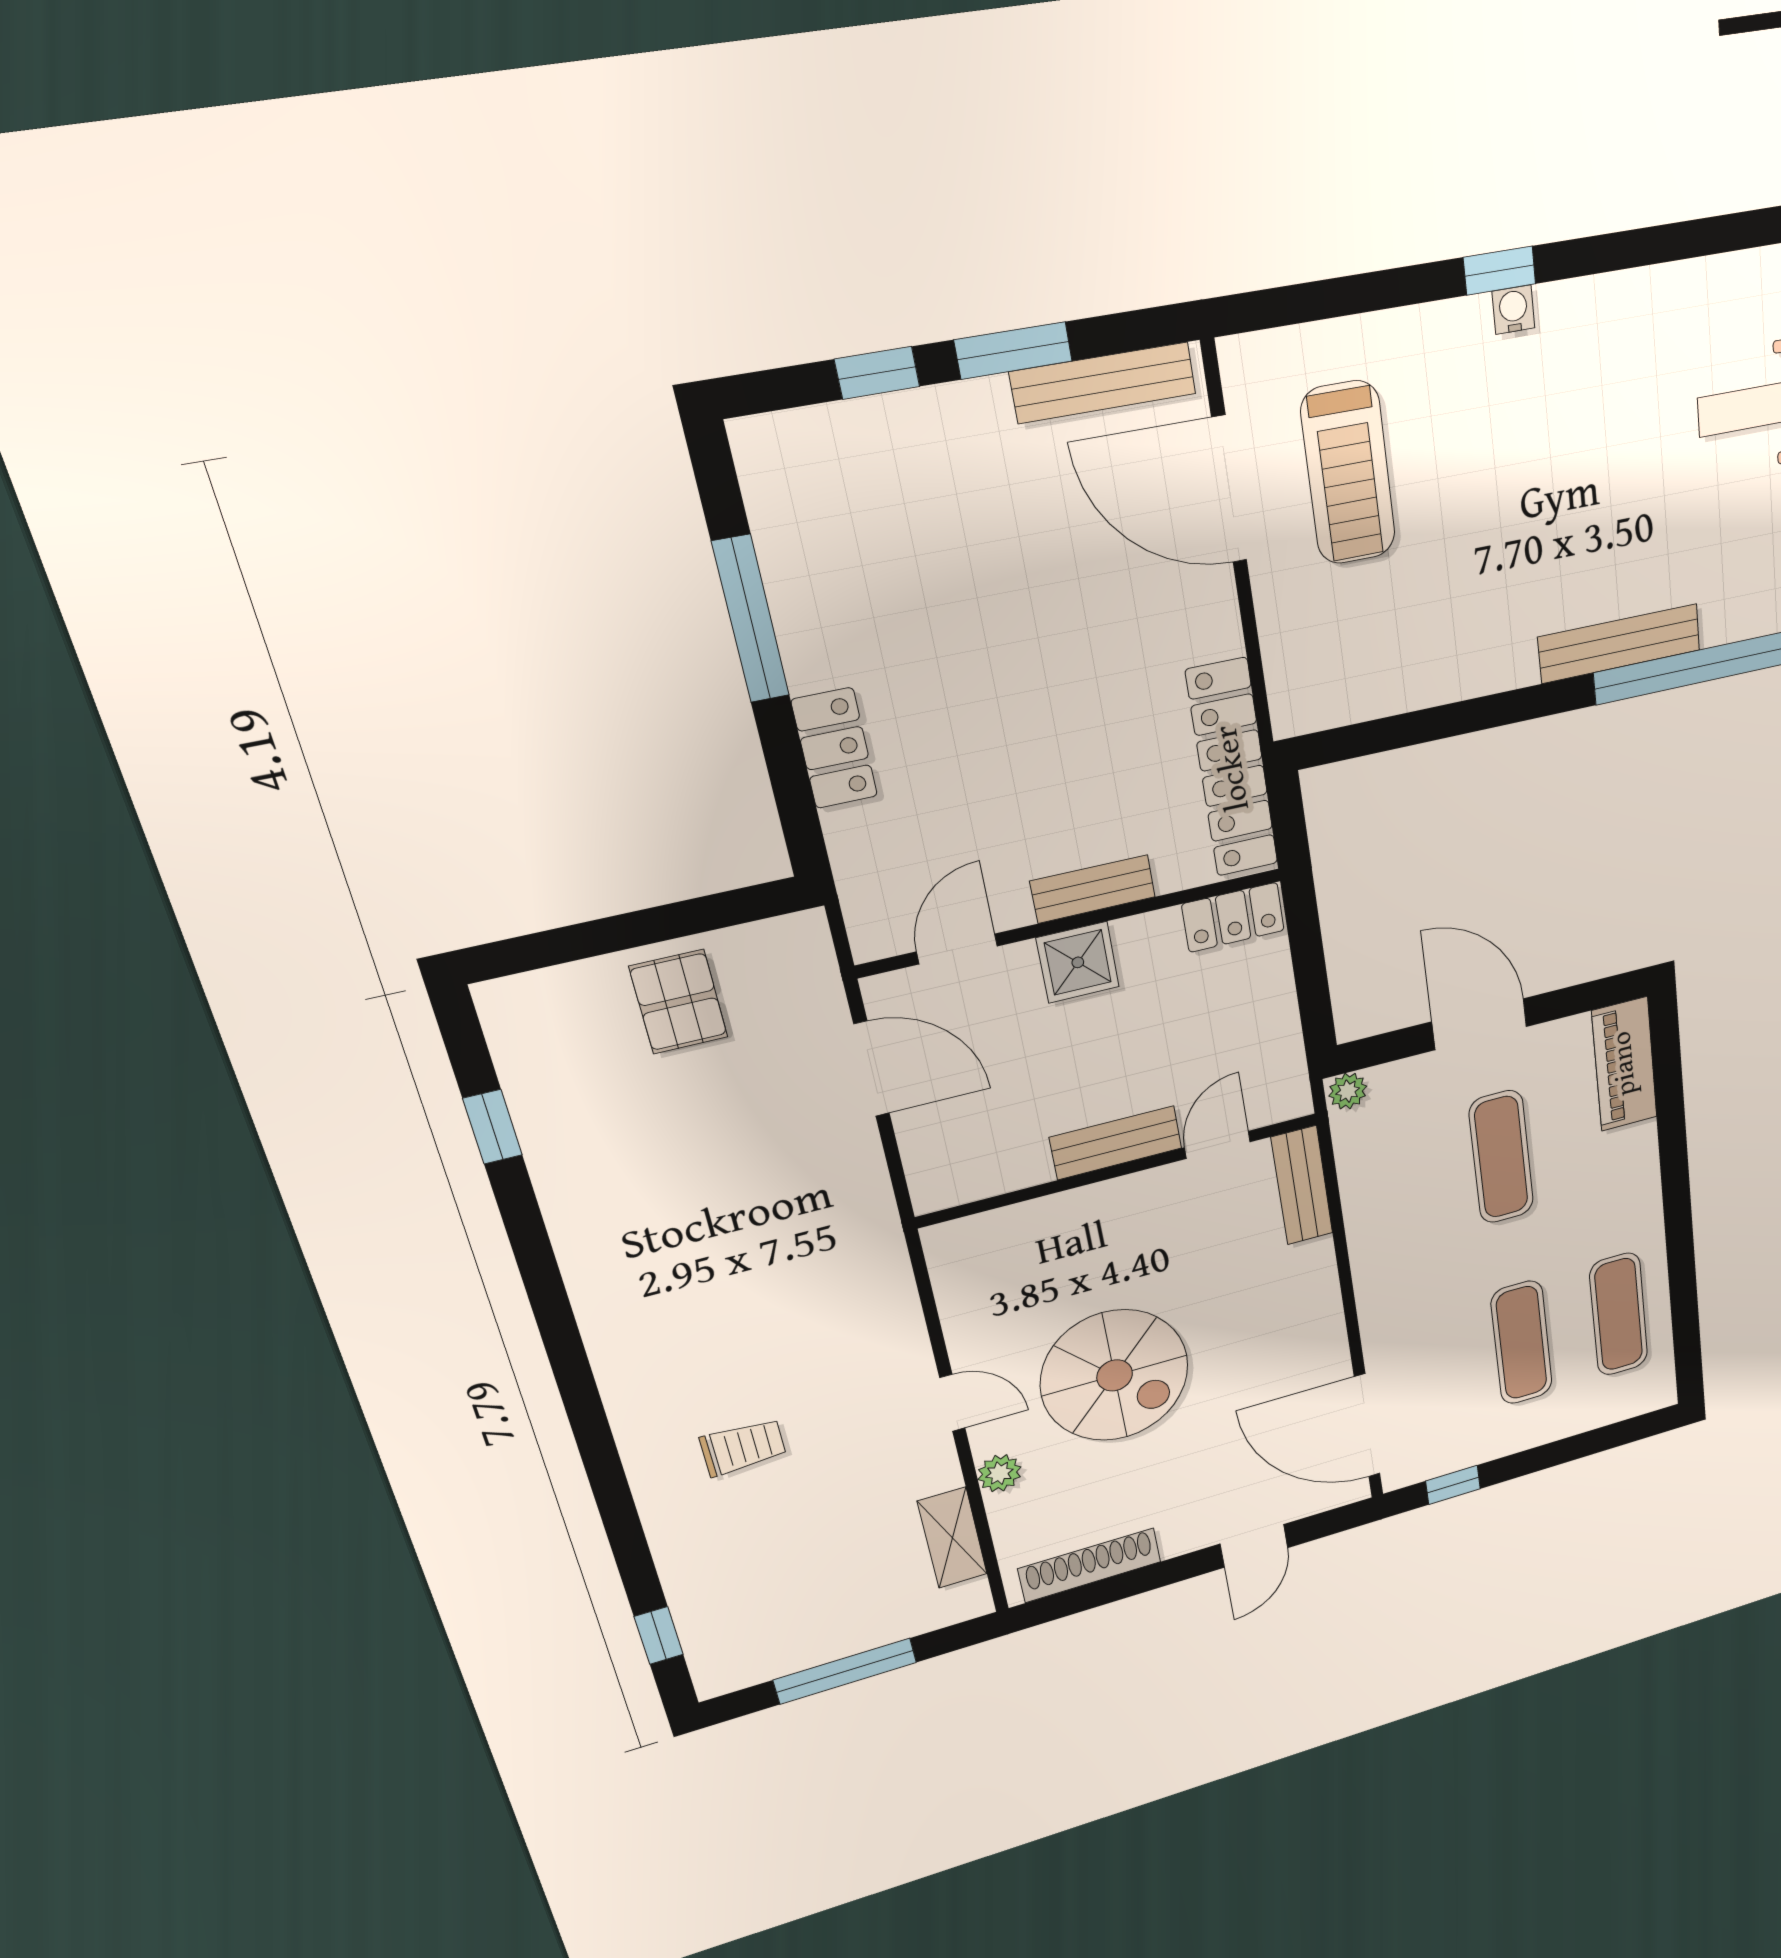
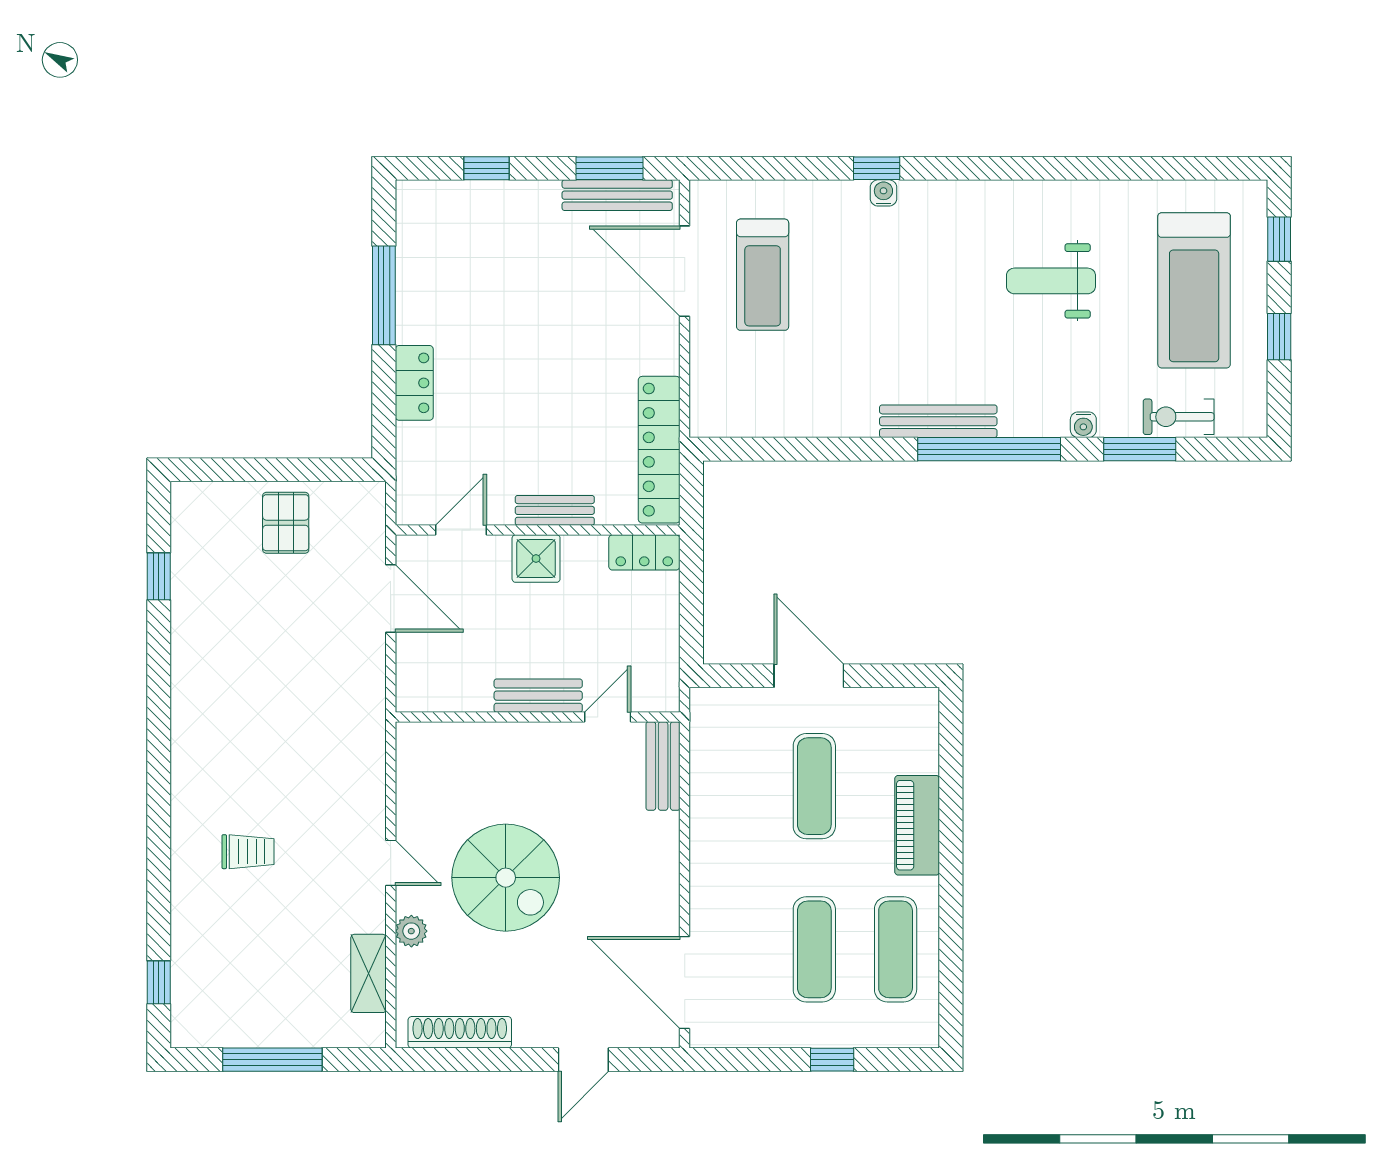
window: (1013, 351) -> (609, 168), moved
piano: (1624, 1064) -> (917, 825), moved
plant: (1348, 1091) -> (706, 702), removed
window: (1453, 1485) -> (832, 1060), moved

